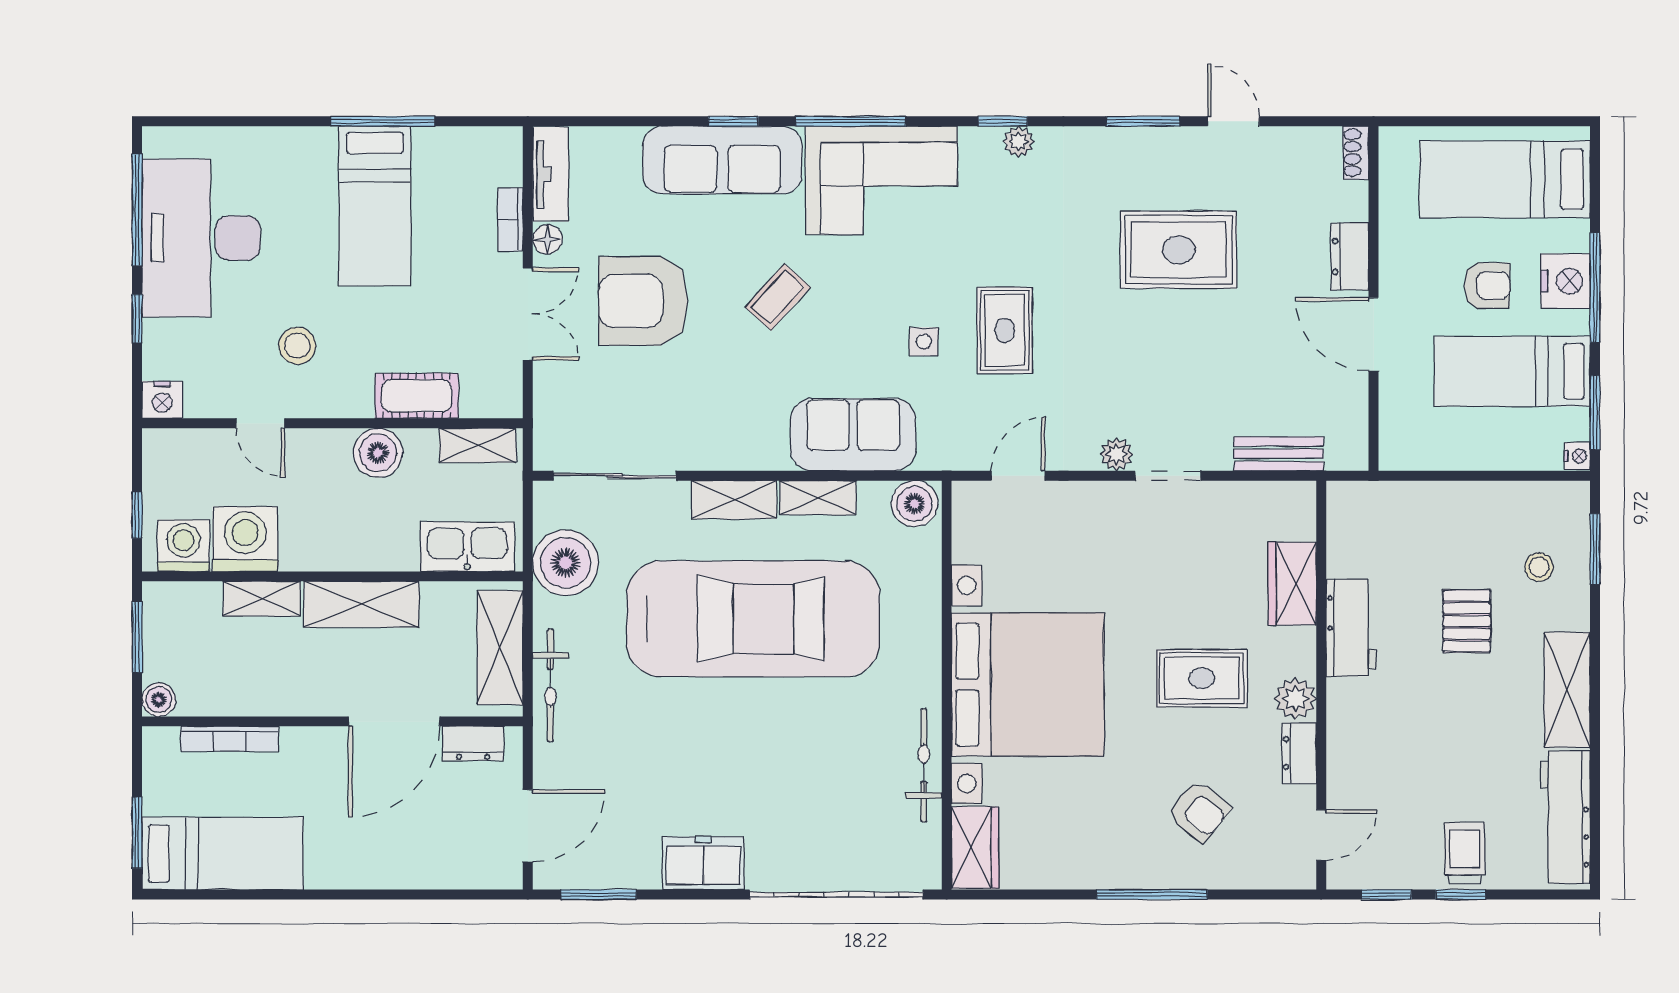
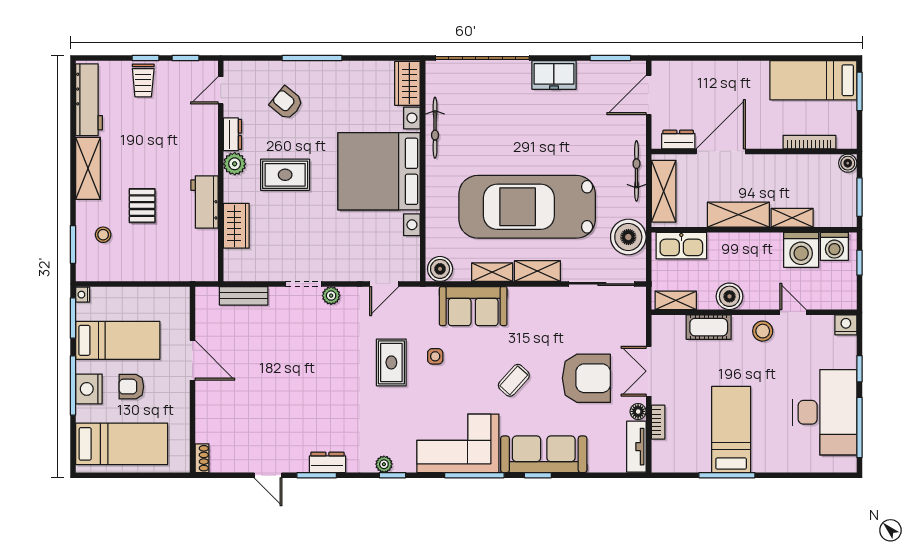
rug: (1179, 250) -> (298, 406), removed
dresser: (1350, 256) -> (327, 462), moved, turned -90
stool: (297, 346) -> (763, 331), moved

